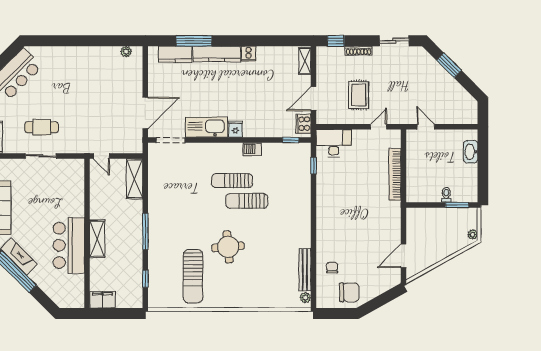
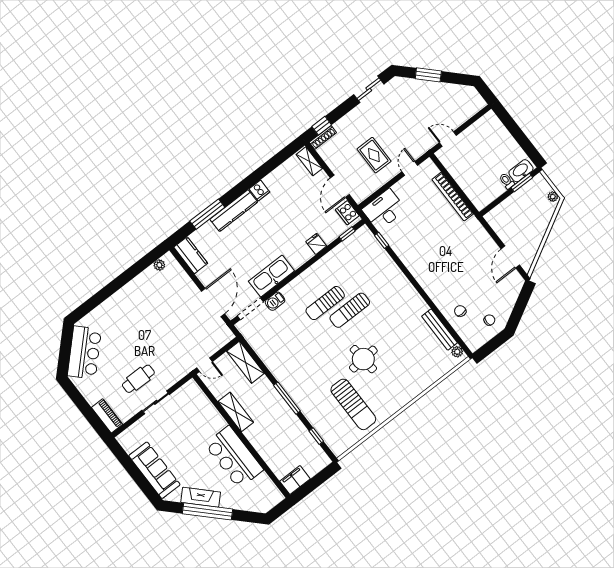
shoe rack: (359, 51) -> (323, 137), moved
kitchen counter: (175, 54) -> (191, 255), moved, turned -90
fridge: (235, 129) -> (316, 244), moved
barbecue: (252, 149) -> (275, 301), moved
washbasin: (471, 152) -> (521, 171), moved, turned 90
shelving: (97, 239) -> (236, 412), moved
chair: (349, 292) -> (489, 320), width x0.54, depth x0.54

